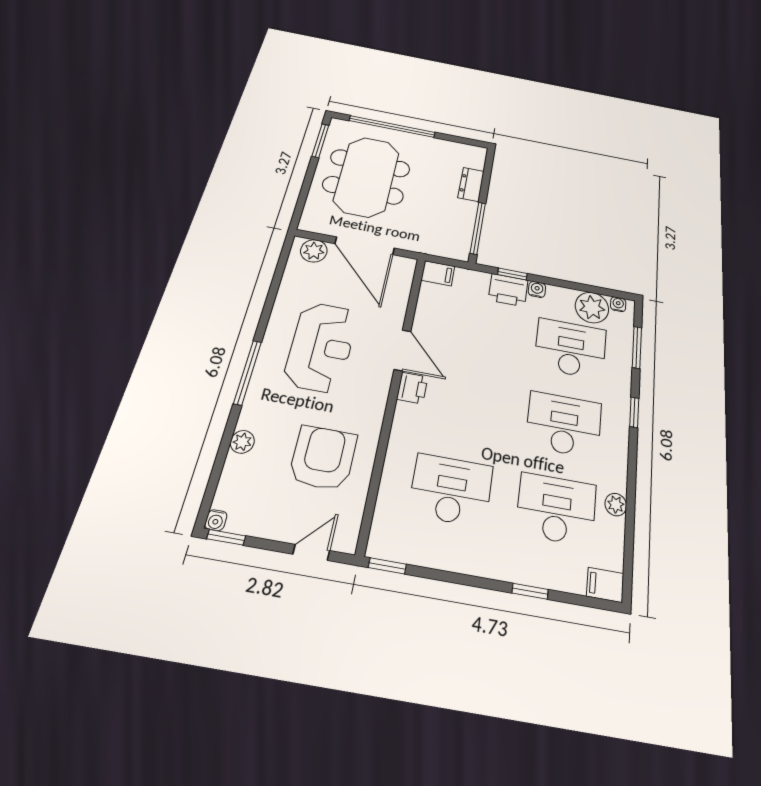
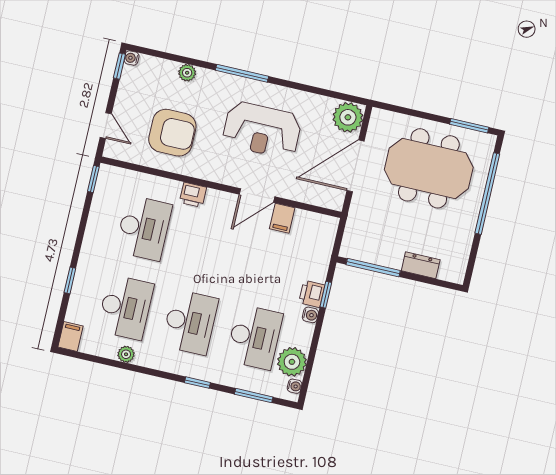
plant: (314, 251) -> (348, 117), width x1.36, depth x1.36
filing cabinet: (438, 273) -> (282, 218), moved
printer: (508, 290) -> (312, 294), width x0.73, depth x0.81
printer: (412, 388) -> (193, 195), moved

